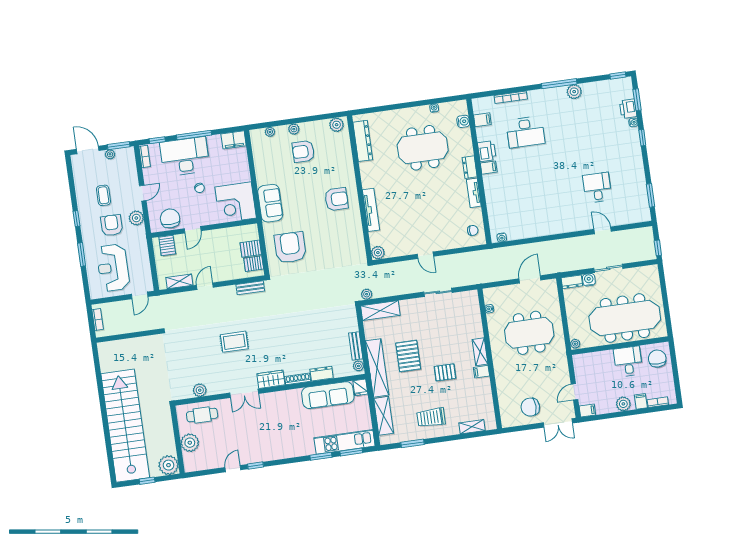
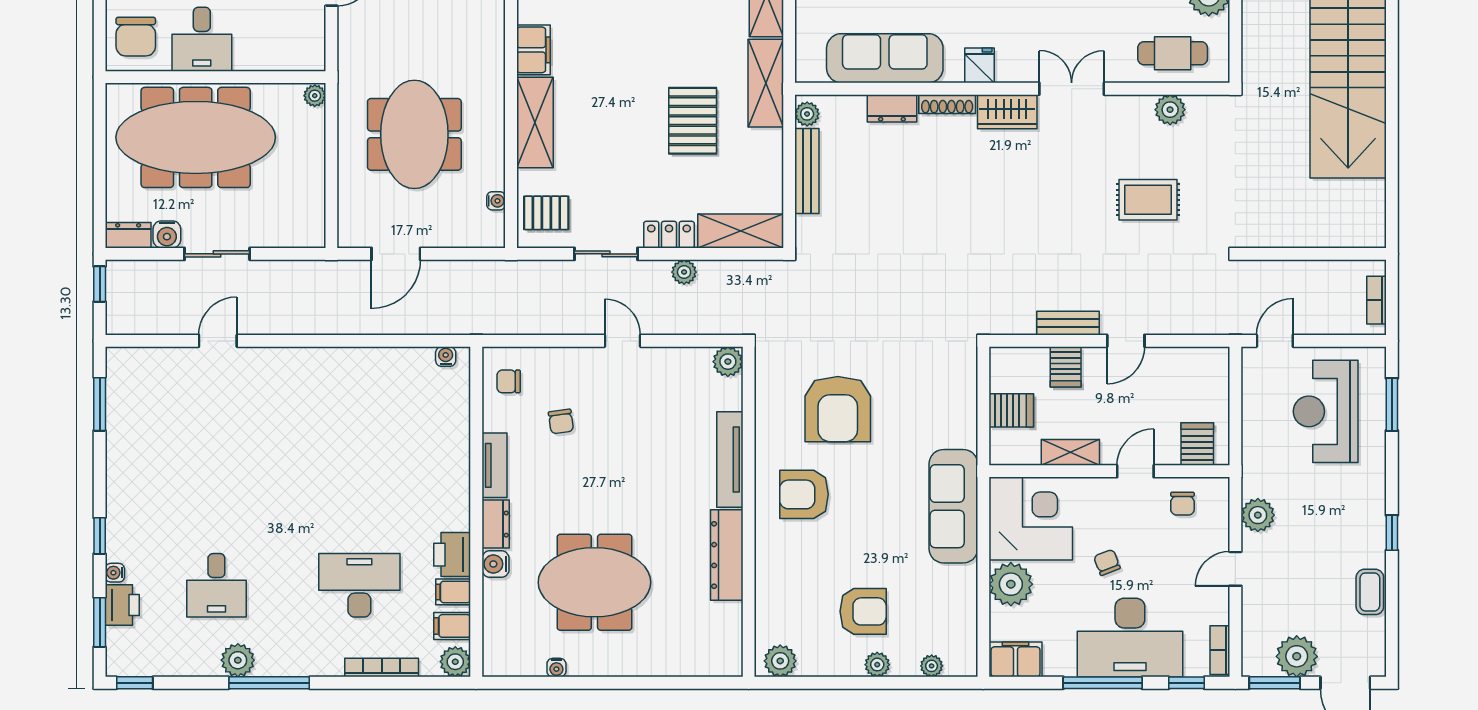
plant: (479, 104) -> (455, 662), added
water cooler: (463, 121) -> (496, 564), moved
dresser: (363, 141) -> (727, 555), moved
plant: (110, 154) -> (1297, 656), width x1.88, depth x1.88
filing cabinet: (489, 168) -> (453, 592), moved
plant: (240, 173) -> (1011, 584), added
desk: (597, 188) -> (216, 585), moved
coffee table: (103, 195) -> (1370, 592), moved
sofa: (270, 203) -> (953, 506), width x1.36
chair: (447, 216) -> (561, 422), added
chair: (170, 218) -> (1182, 504), width x0.54, depth x0.54
armchair: (112, 225) -> (1315, 507), removed
door: (603, 230) -> (218, 341), swing flipped
armchair: (290, 247) -> (838, 409), moved
window: (82, 254) -> (1392, 404), moved
server rack: (254, 264) -> (1066, 367), moved, turned 90
reception desk: (113, 268) -> (1326, 411), turned 180
water cooler: (589, 280) -> (167, 234), moved
shelving: (179, 281) -> (1070, 452), moved
dresser: (572, 282) -> (128, 235), moved
bench: (250, 288) -> (1068, 323), moved
plant: (367, 294) -> (684, 272), moved
locker: (411, 305) -> (669, 235), added
meeting table: (529, 333) -> (414, 134), turned 90
rug: (234, 342) -> (1148, 200), moved
bench: (356, 346) -> (807, 171), width x1.36
shelving: (480, 352) -> (535, 123), width x1.50, depth x1.33
shelving: (377, 368) -> (766, 83), width x0.68
pallet: (445, 372) -> (546, 213), moved
filing cabinet: (481, 372) -> (533, 50), width x2.00
fridge: (360, 387) -> (980, 65), moved

